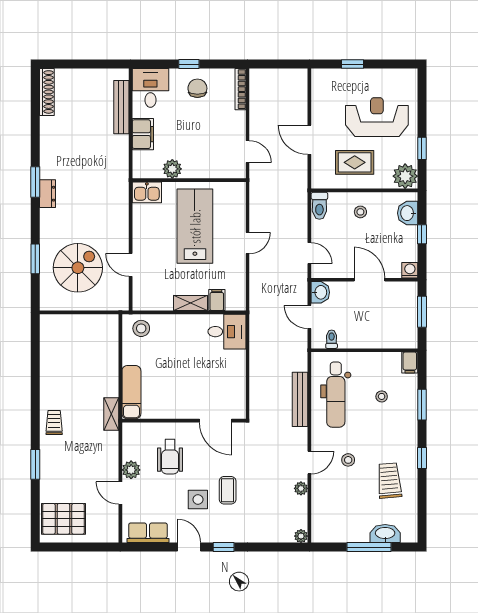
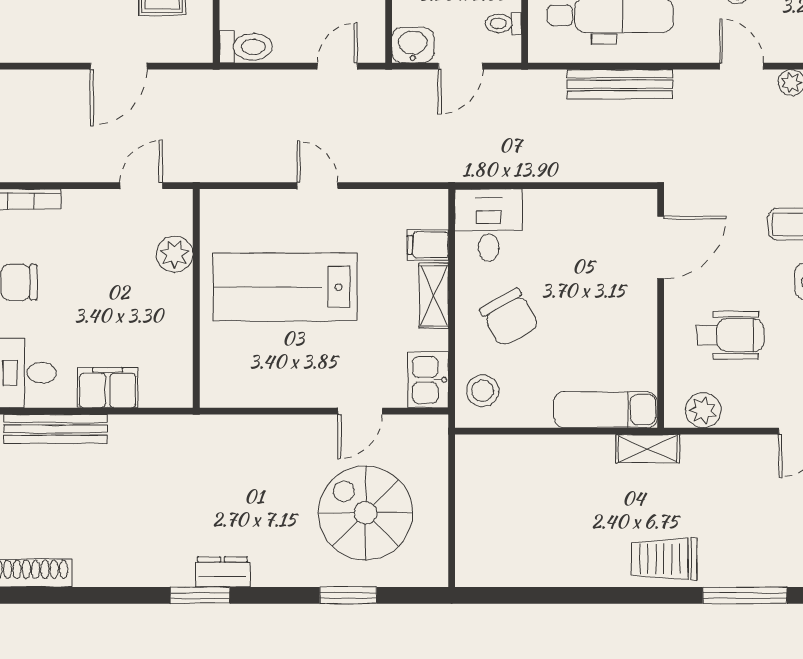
plant: (172, 169) -> (175, 254), moved
kitchen sink: (147, 192) -> (428, 380), moved, turned 180
chair: (179, 342) -> (510, 318), added
trolley: (54, 423) -> (664, 559), width x1.36, depth x1.39
window: (35, 464) -> (745, 595), width x1.44
plant: (131, 470) -> (703, 410), moved

